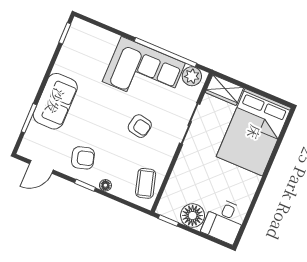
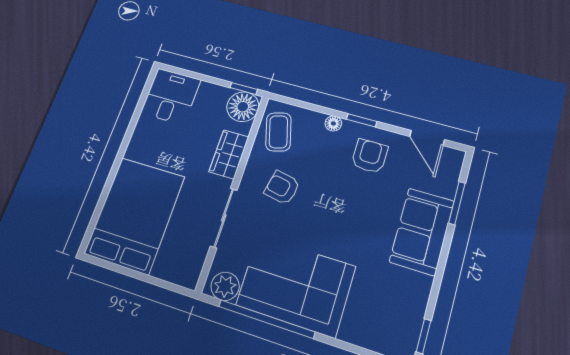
wardrobe: (224, 90) -> (229, 154), moved, turned -90
armchair: (140, 126) -> (282, 188), moved
armchair: (83, 158) -> (370, 156), turned 106
door: (41, 167) -> (427, 138), swing flipped
floor lamp: (193, 216) -> (243, 107), moved

